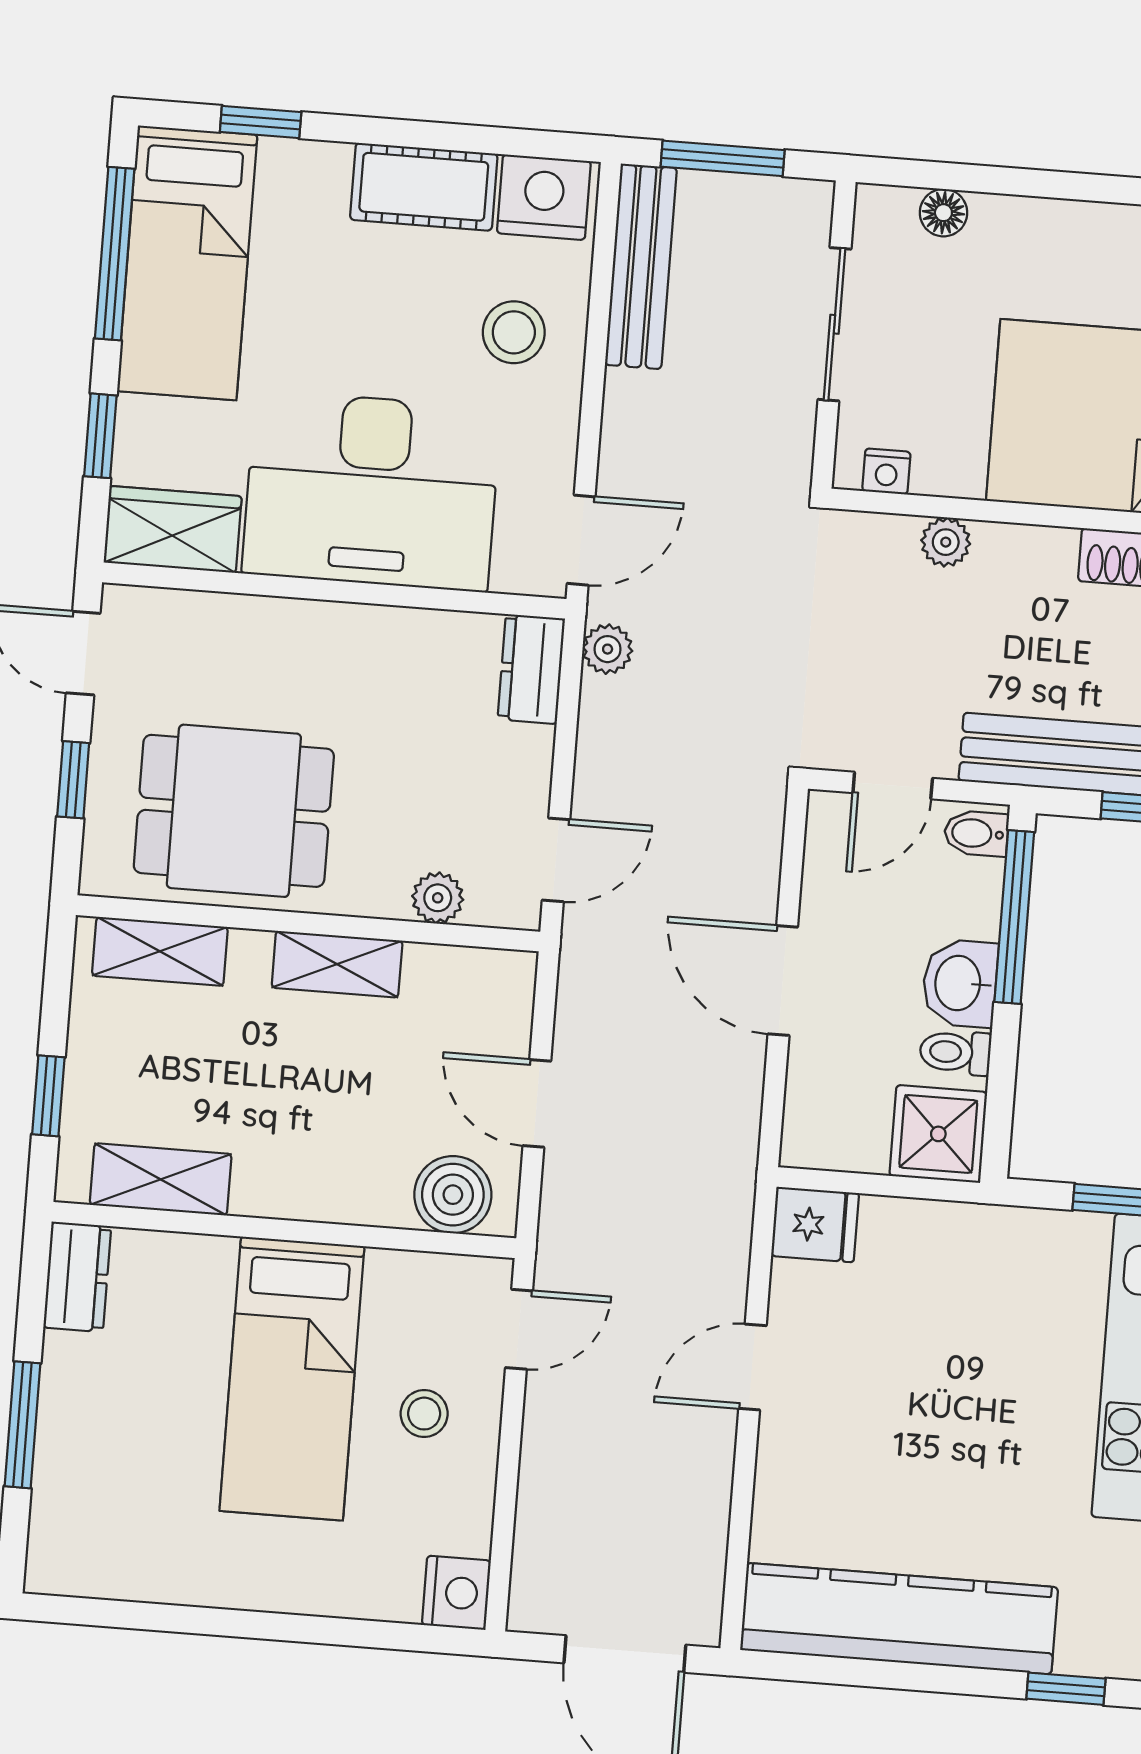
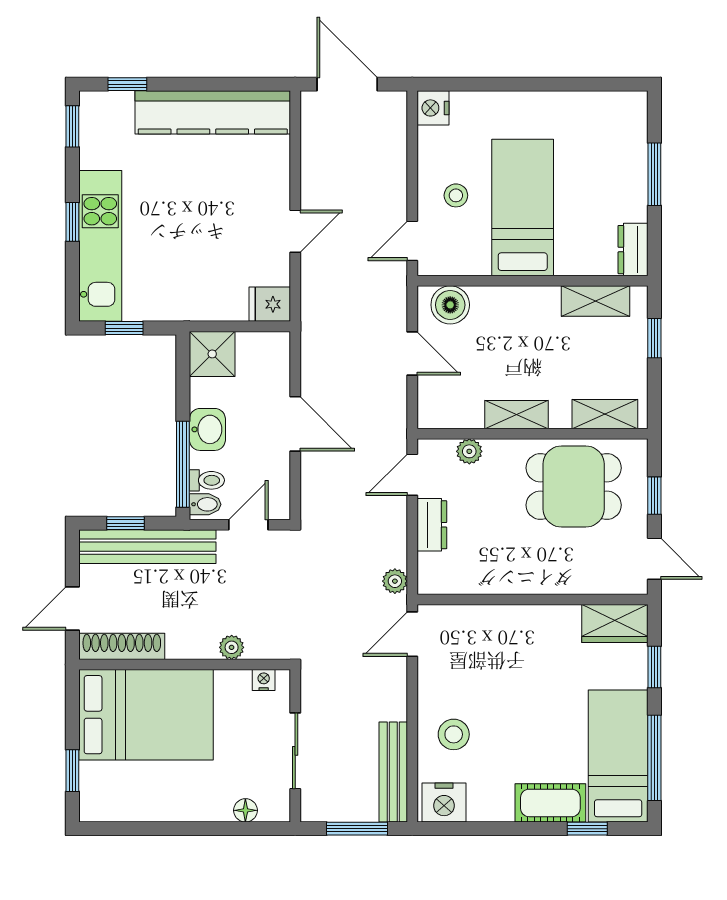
cot: (424, 187) -> (550, 803), moved
desk: (371, 491) -> (518, 650), removed
dresser: (531, 669) -> (432, 525), moved
toilet: (955, 1052) -> (207, 480), moved

